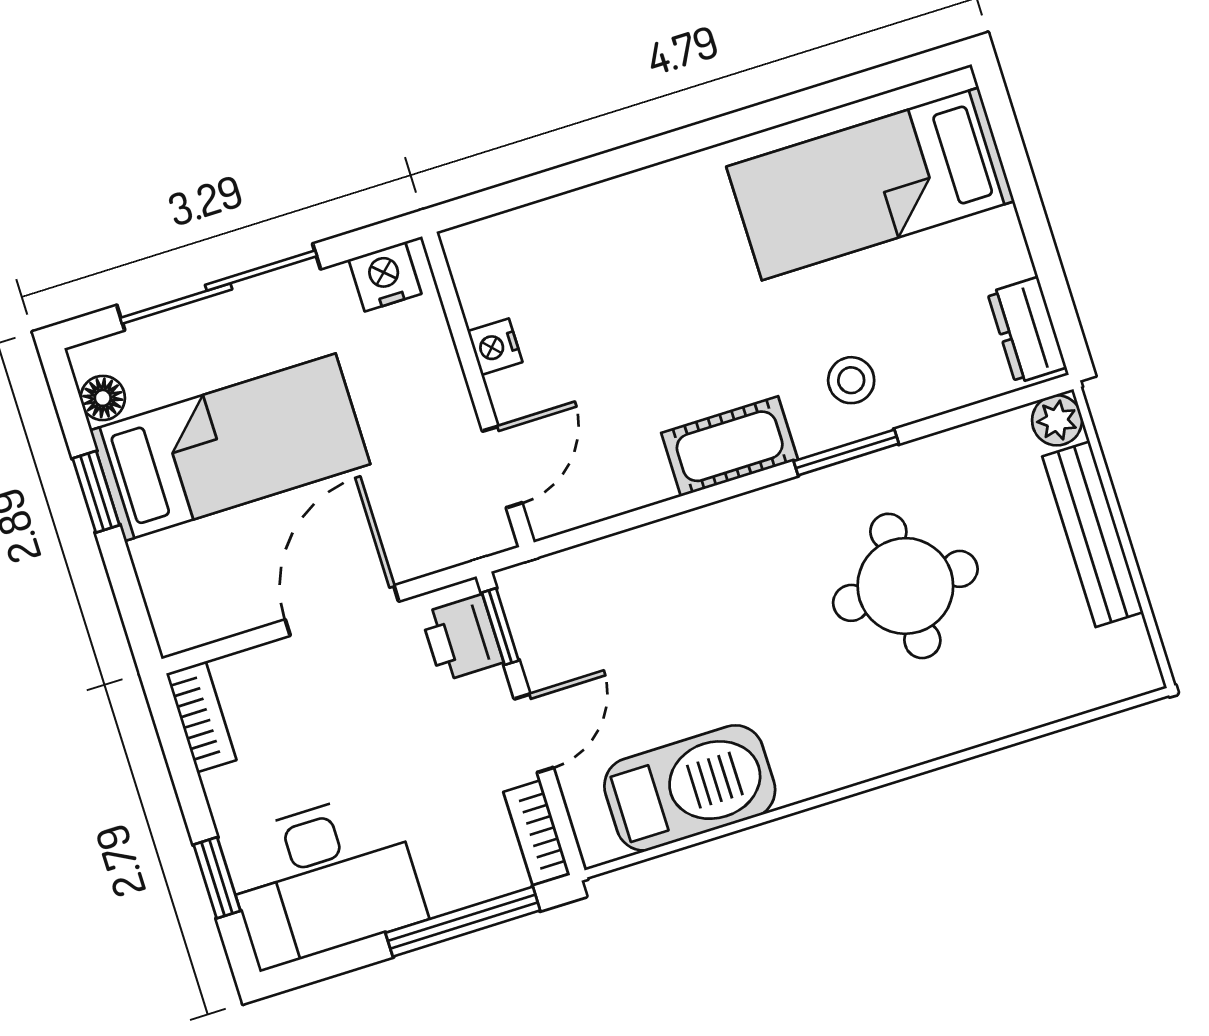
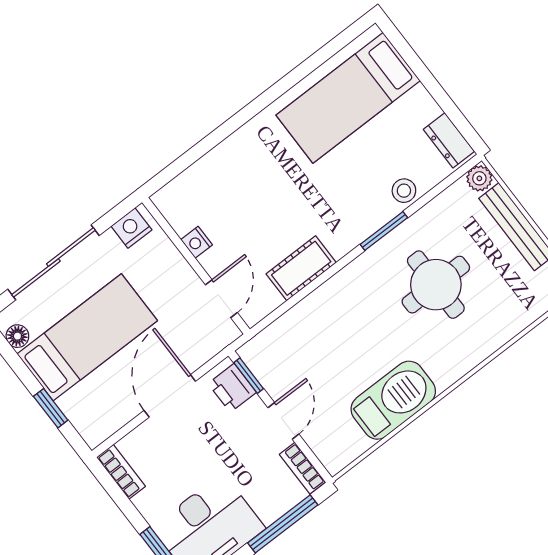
stool: (851, 380) -> (404, 191), moved
cot: (730, 446) -> (301, 268), moved
window: (96, 492) -> (51, 408), moved
barbecue: (690, 788) -> (393, 400), moved

